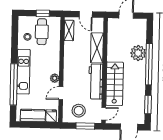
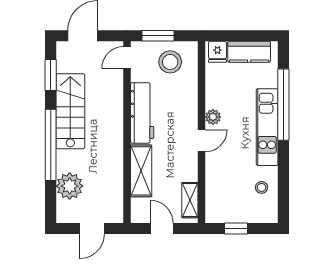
cafe table: (42, 32) -> (237, 197), removed
plant: (138, 53) -> (70, 186), moved
stairs: (115, 84) -> (70, 111), moved, turned 180
door: (61, 93) -> (202, 141), moved

